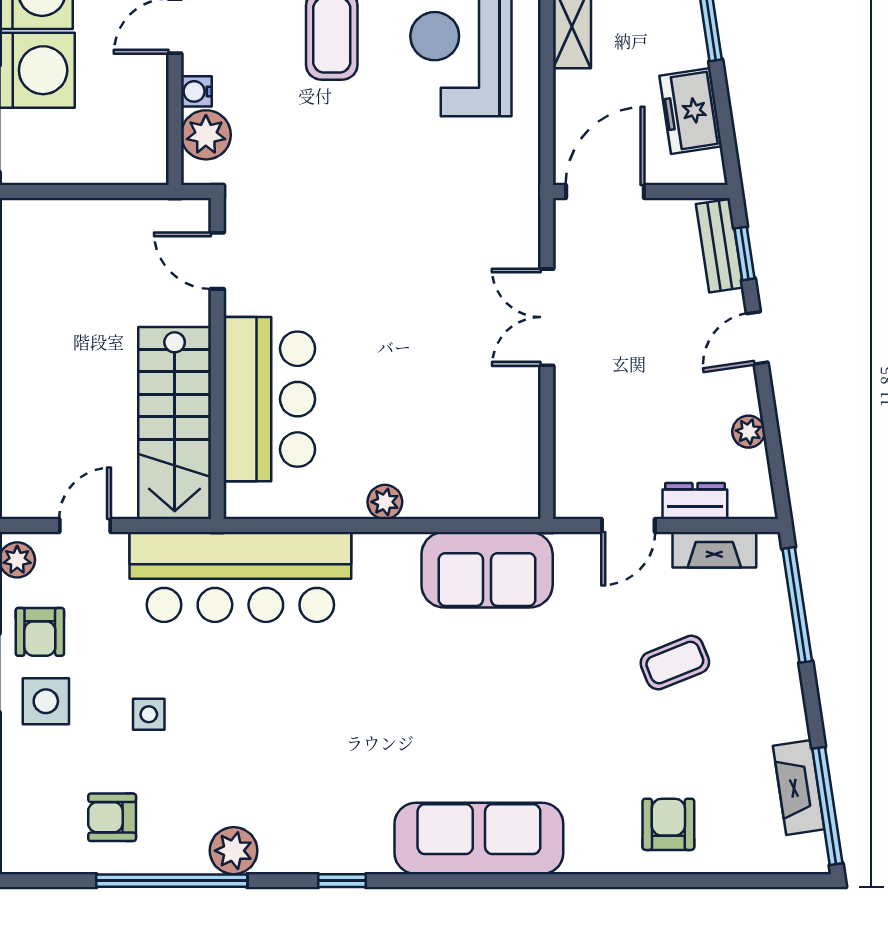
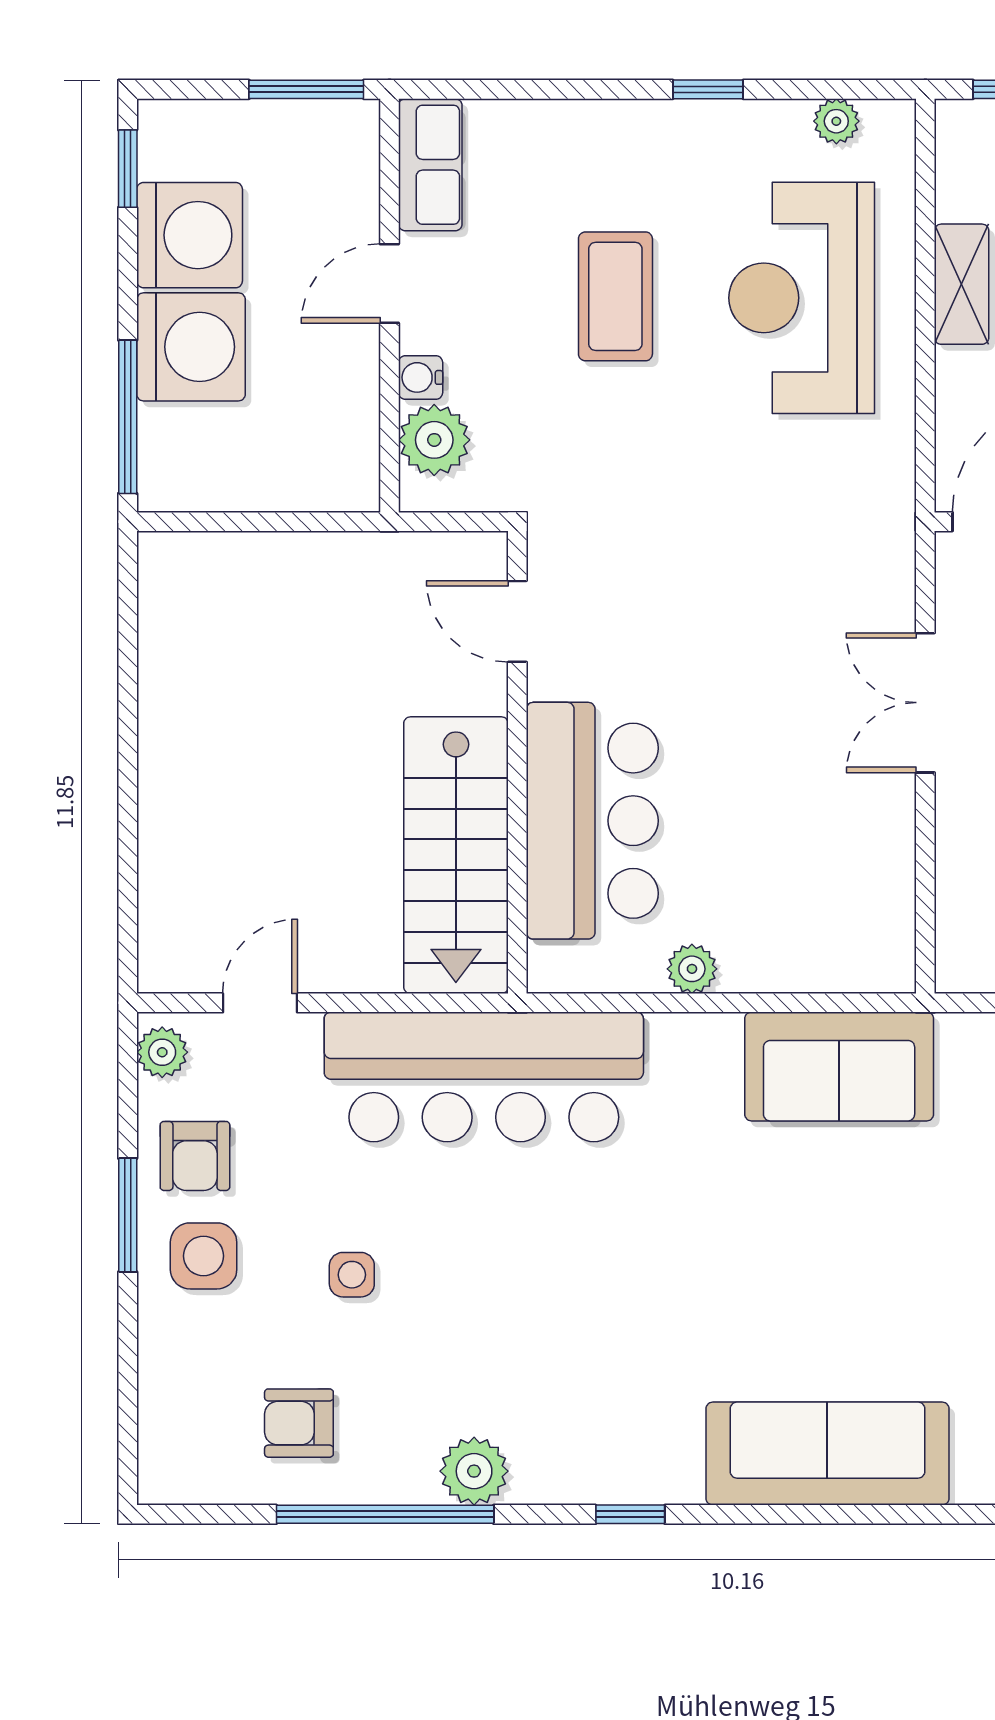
door: (217, 261) -> (517, 621), moved
wall: (217, 359) -> (517, 762), moved
bar counter: (269, 399) -> (592, 821), moved
stairs: (175, 423) -> (456, 855), moved

